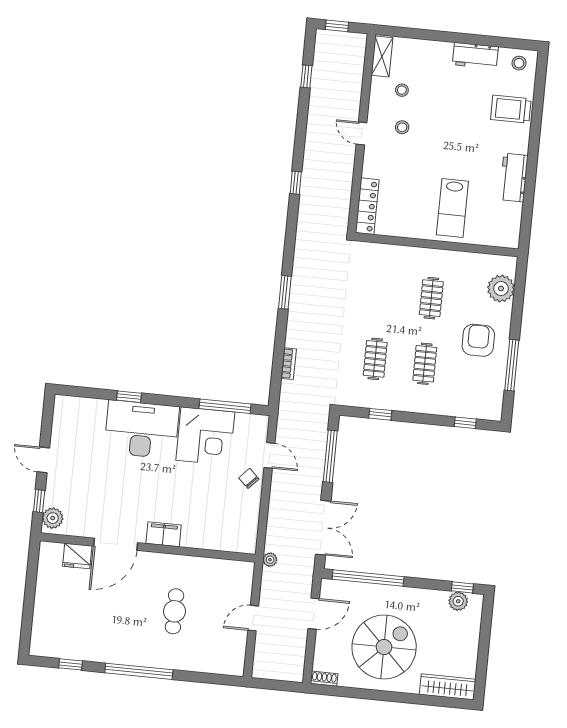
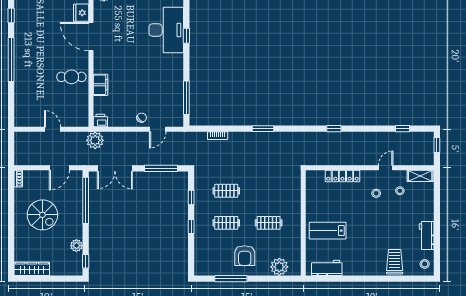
door: (362, 133) -> (386, 168), moved
workbench: (514, 178) -> (327, 268), moved
locker: (367, 206) -> (342, 176), moved
armchair: (478, 340) -> (245, 256), turned 90
window: (465, 423) -> (191, 227), moved
desk: (142, 429) -> (166, 30), moved
corner desk: (205, 436) -> (166, 87), removed
filing cabinet: (164, 534) -> (100, 85), moved
printer: (247, 543) -> (100, 121), added
plant: (270, 560) -> (95, 140), width x1.88, depth x1.88
plant: (458, 601) -> (76, 246), moved
cafe table: (174, 611) -> (71, 77), moved
door: (314, 614) -> (59, 168), hinge flipped
spiral stairs: (384, 647) -> (42, 215), width x0.73, depth x0.73
wardrobe: (448, 687) -> (32, 269), moved, turned -90

